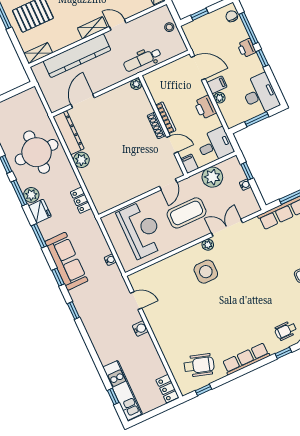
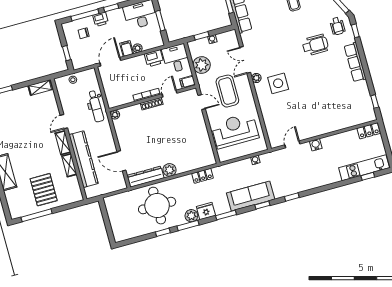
chair: (232, 16) -> (84, 33), moved
shelving: (38, 53) -> (69, 165), moved
printer: (205, 107) -> (154, 58), moved
wheelchair: (199, 365) -> (315, 45), moved, turned 73

